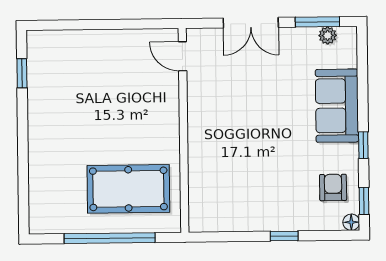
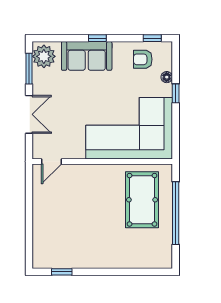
plant: (328, 35) -> (44, 56), width x1.88, depth x1.88
window: (363, 145) -> (97, 38), moved
corner sofa: (232, 169) -> (129, 128), added
floor lamp: (351, 222) -> (167, 77), moved

